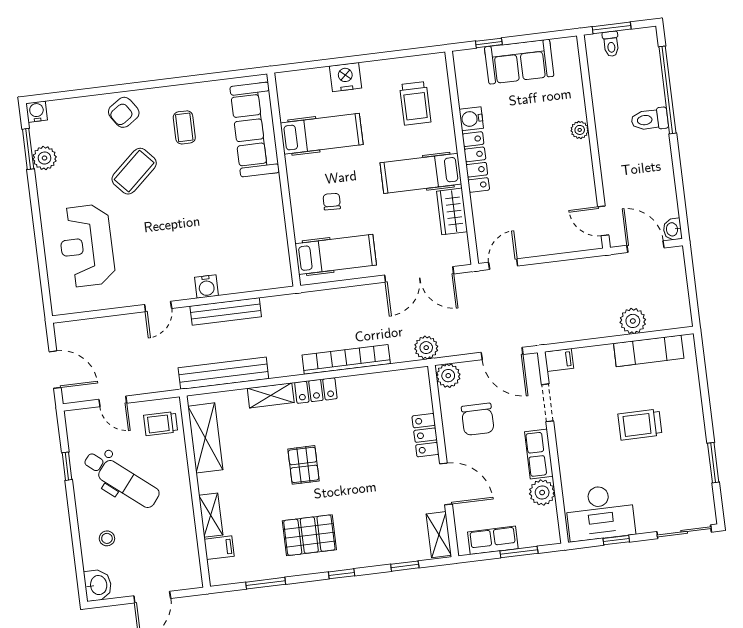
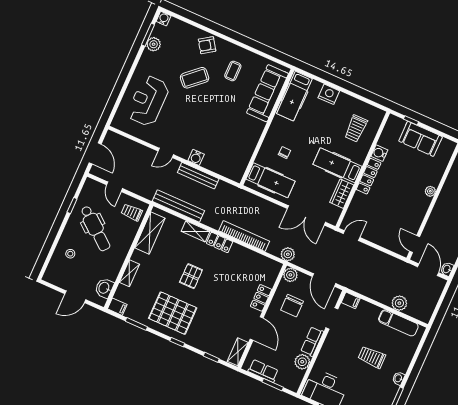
hospital bed: (322, 134) -> (294, 96), moved, turned 90
washbasin: (698, 432) -> (398, 378), added
pallet: (309, 535) -> (173, 313), width x1.37, depth x1.41
filing cabinet: (219, 548) -> (117, 307), moved
washbasin: (98, 585) -> (104, 288), moved, turned 180

